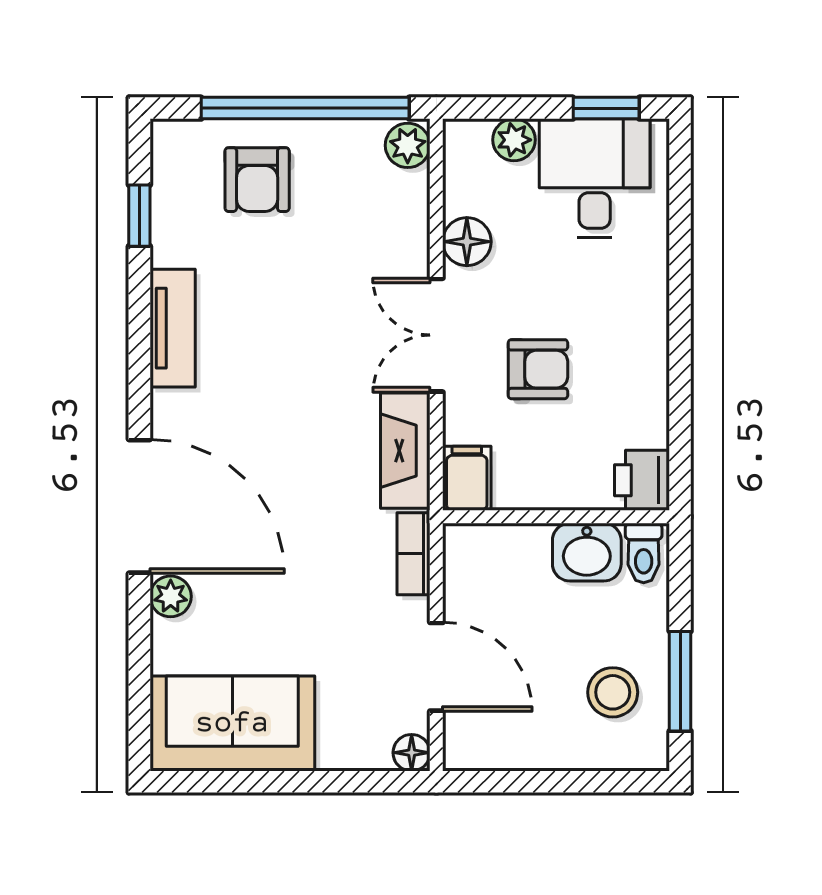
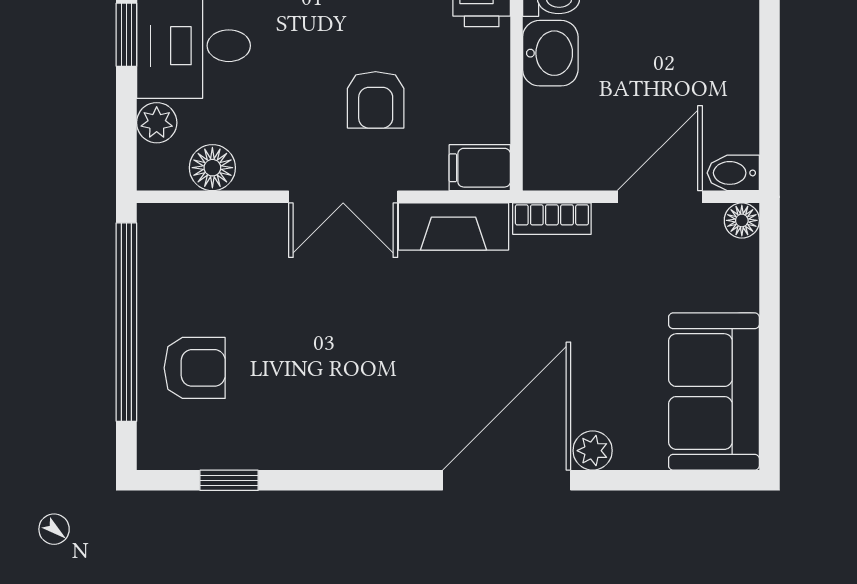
plant: (408, 145) -> (162, 224), removed
floor lamp: (467, 242) -> (212, 168), moved
tv unit: (173, 328) -> (336, 449), removed
armchair: (538, 369) -> (376, 100), turned 180
stool: (613, 692) -> (684, 28), removed
bidet: (461, 744) -> (733, 173), added

